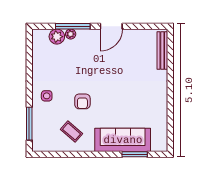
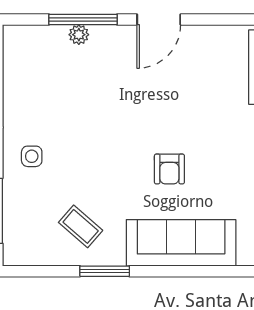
plant: (57, 37) -> (52, 40), removed
armchair: (82, 101) -> (169, 169), moved
window: (135, 154) -> (105, 271), moved

